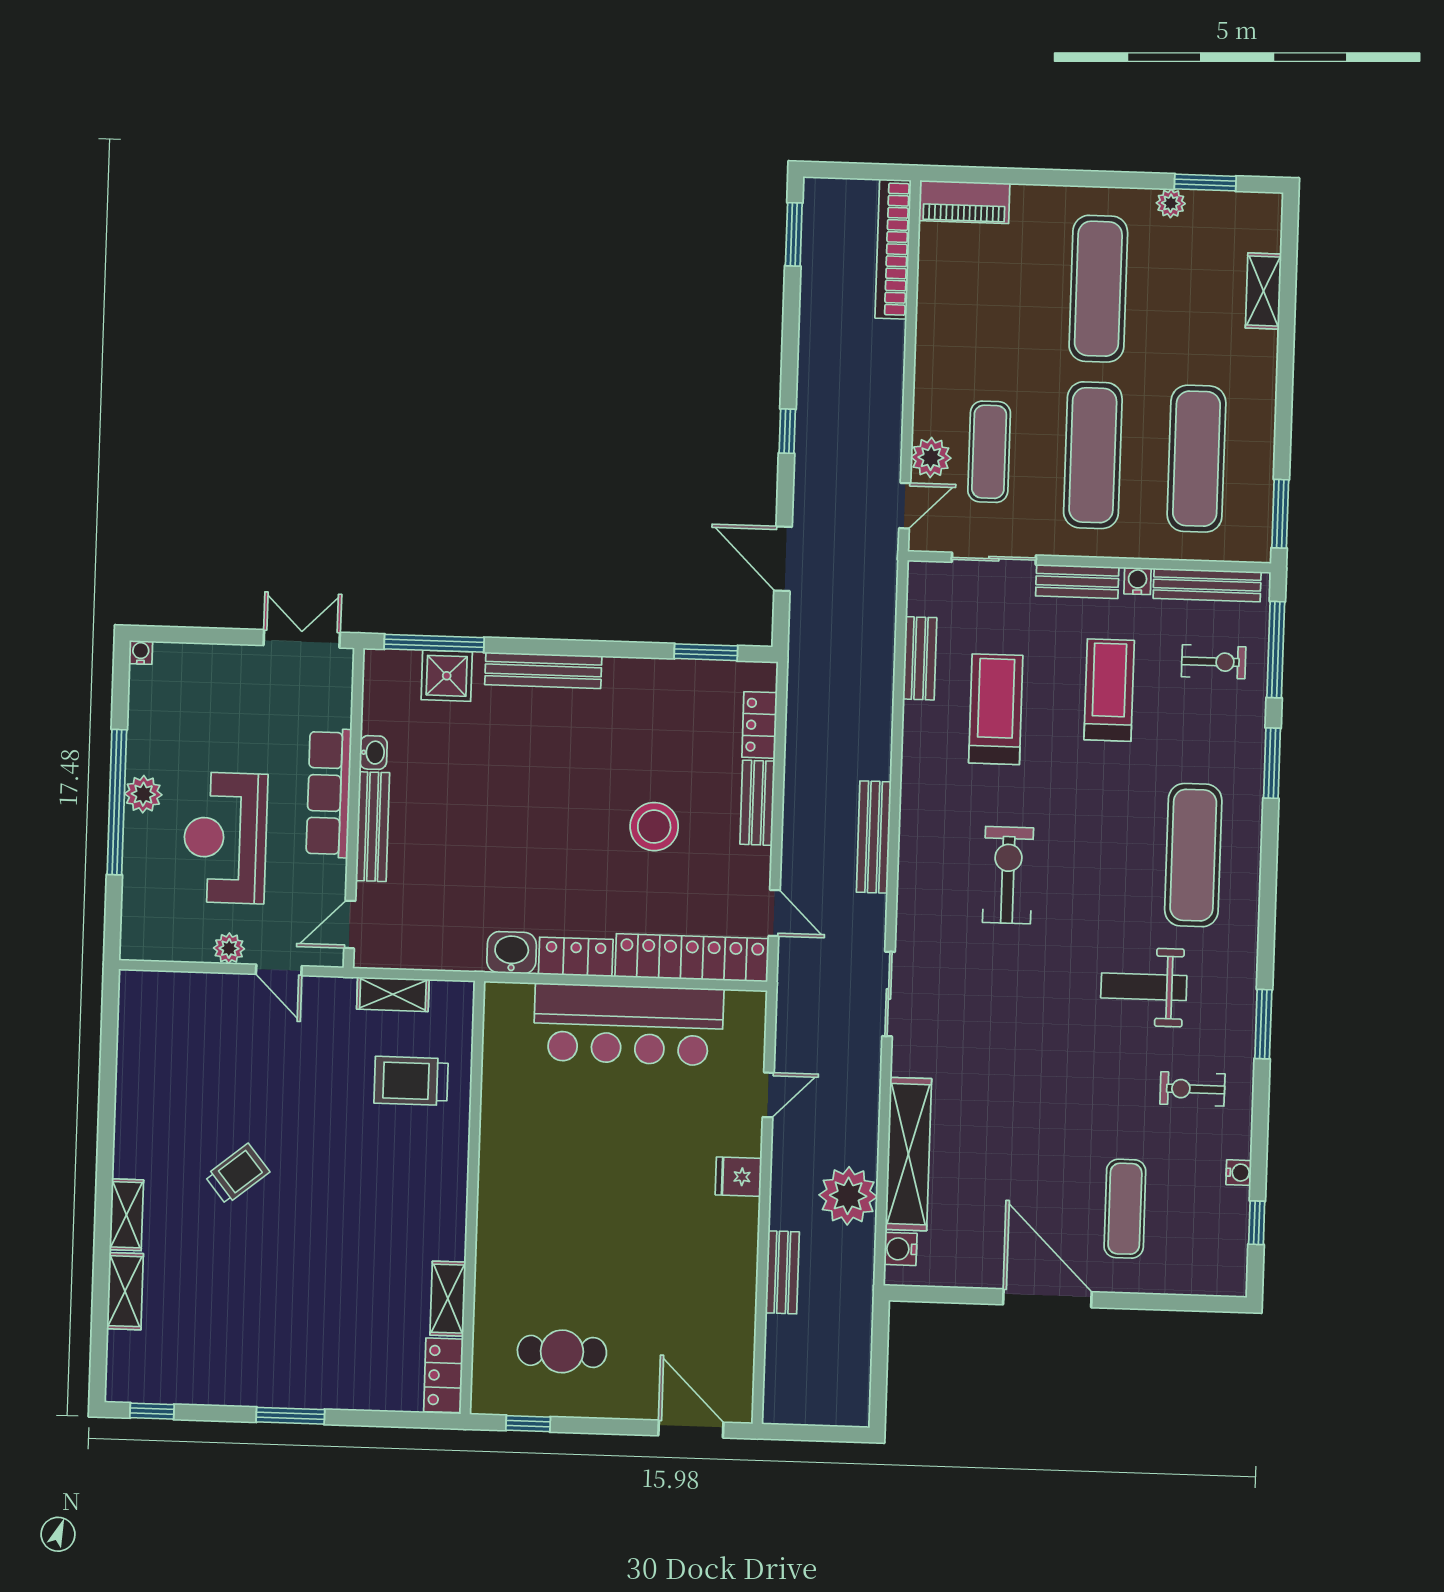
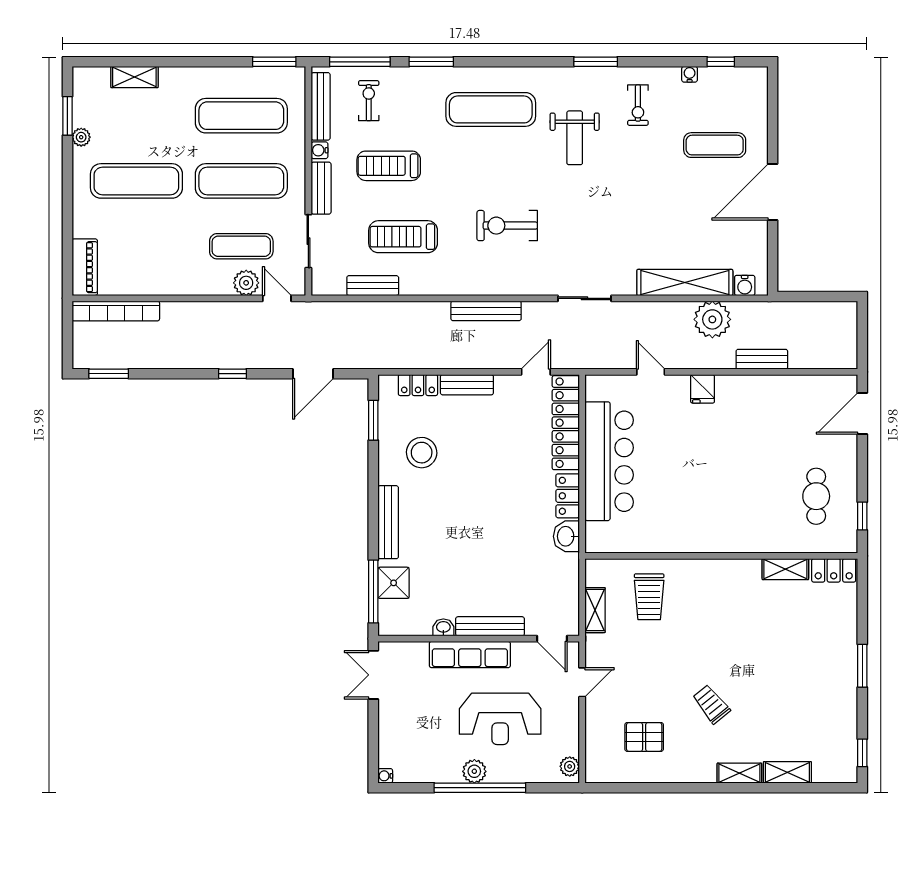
stool: (654, 827) -> (422, 453), moved
plant: (229, 948) -> (570, 766), moved
pallet: (189, 1066) -> (644, 737), added

